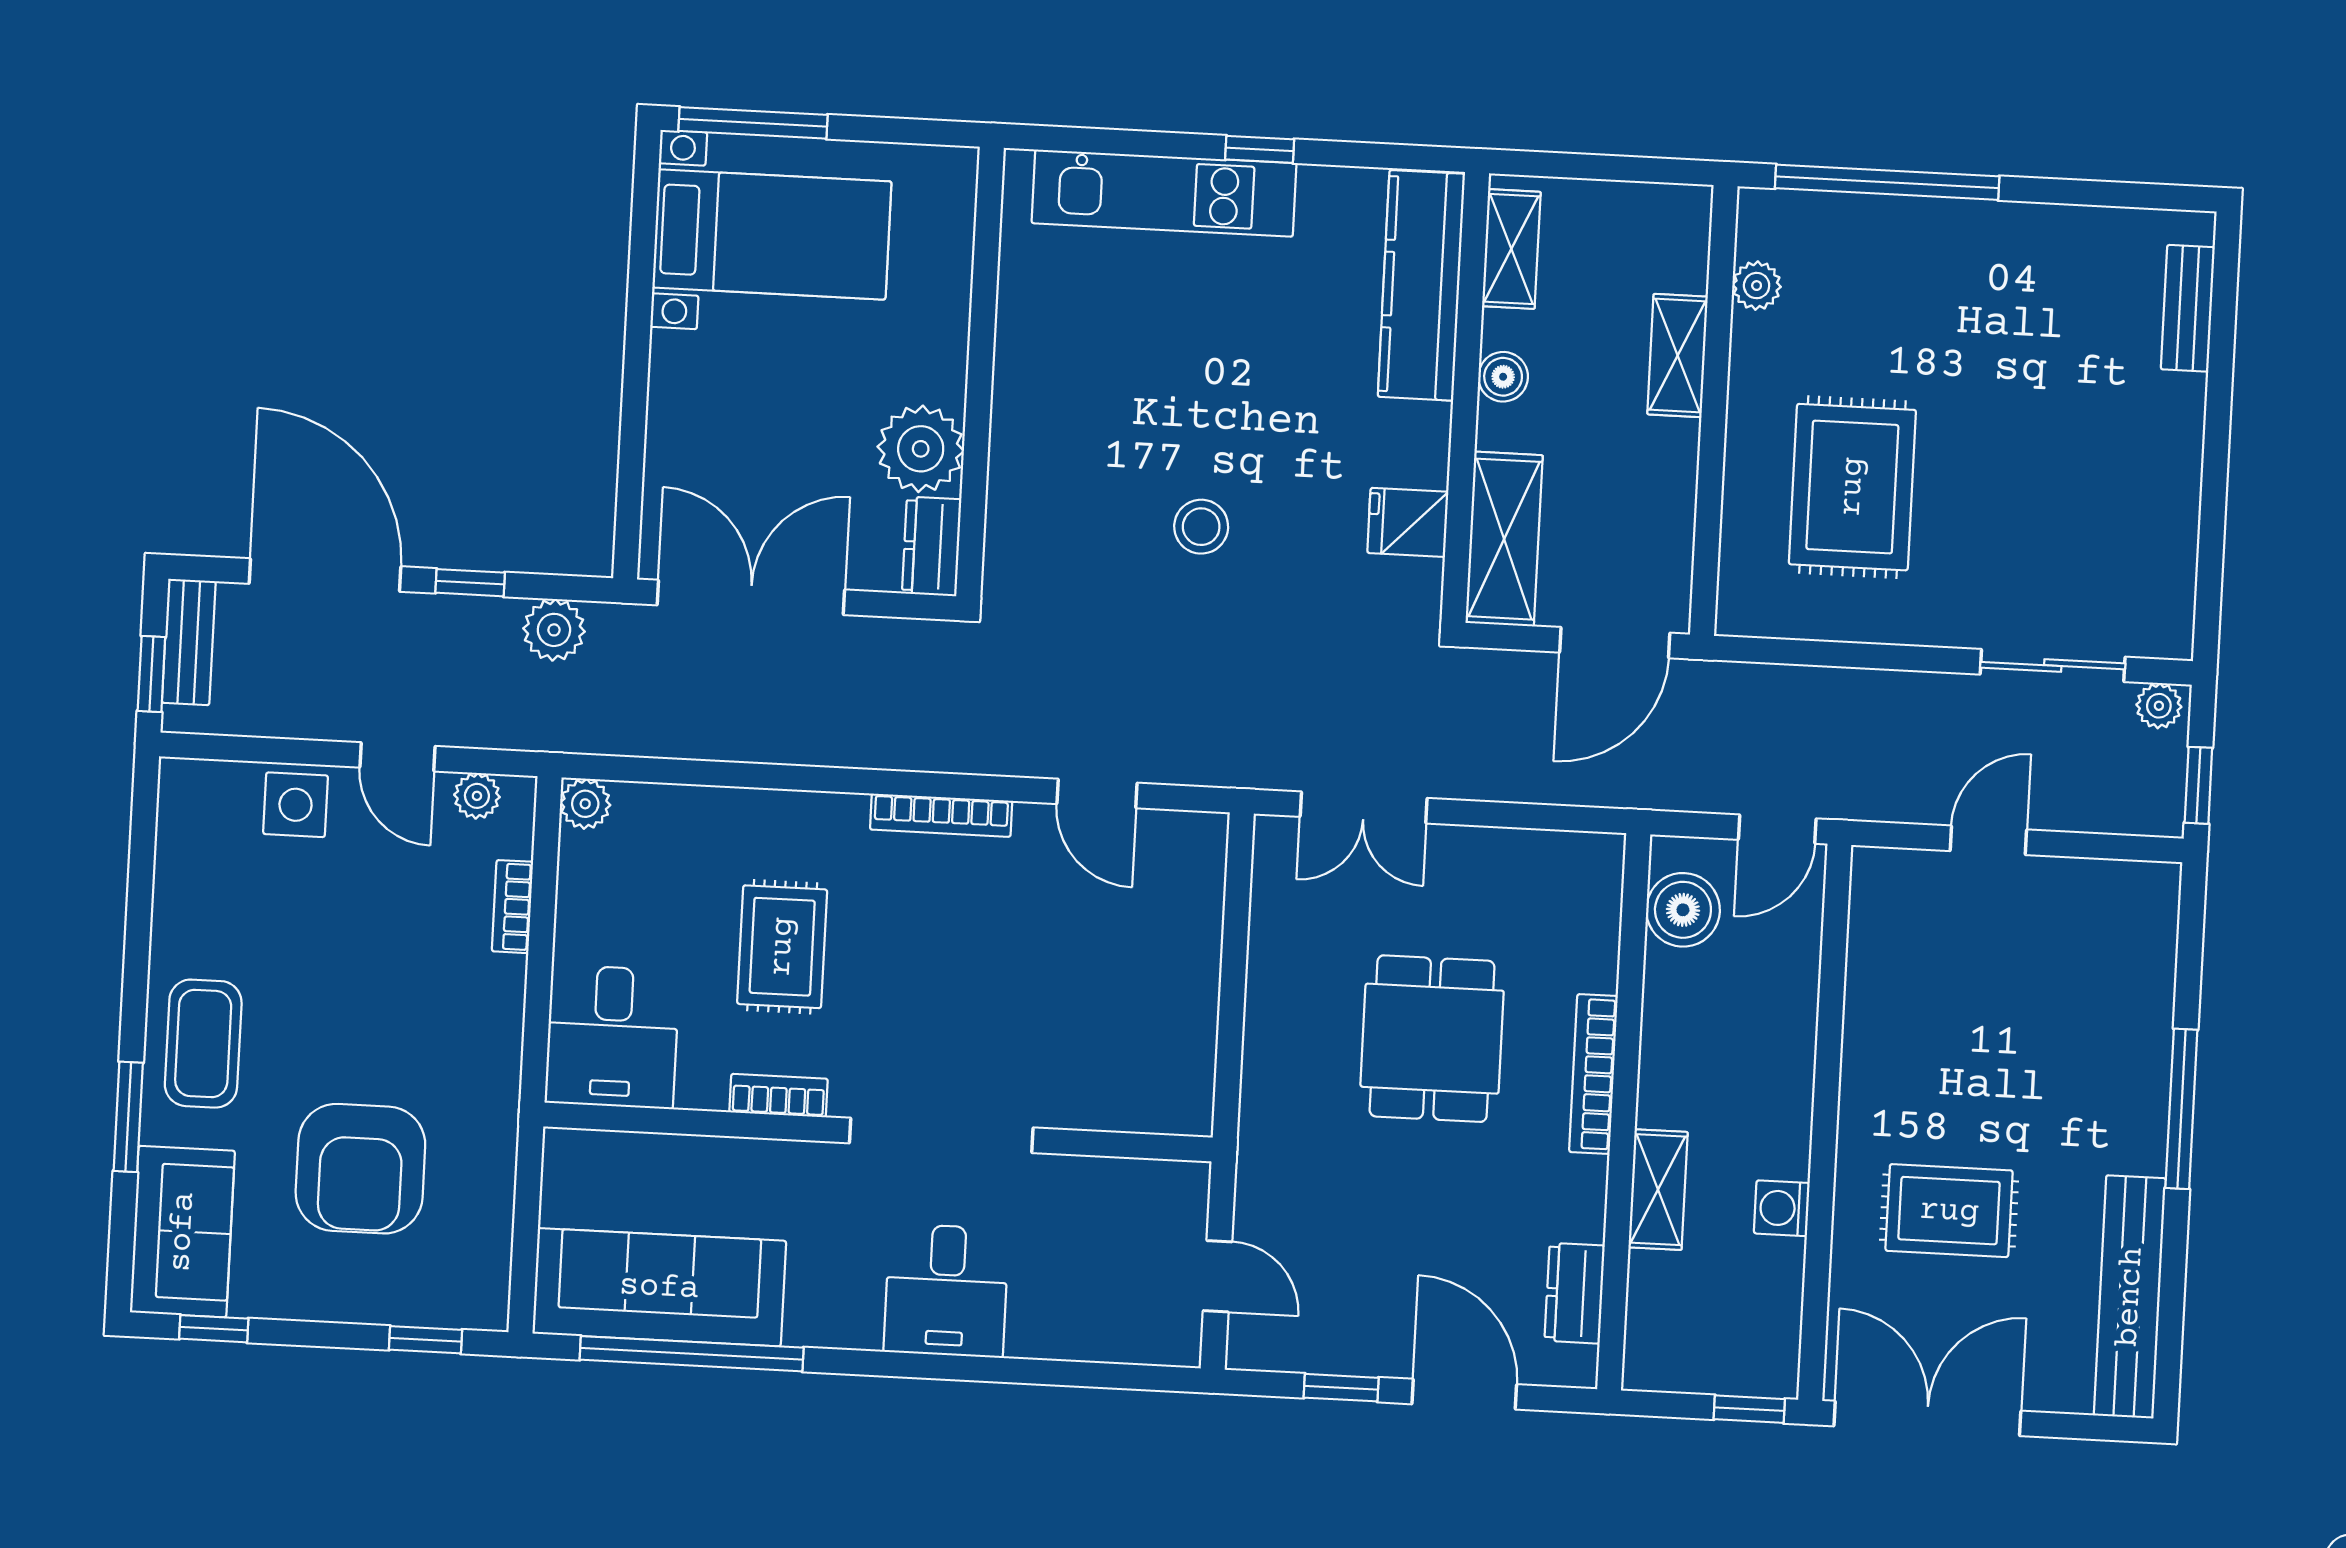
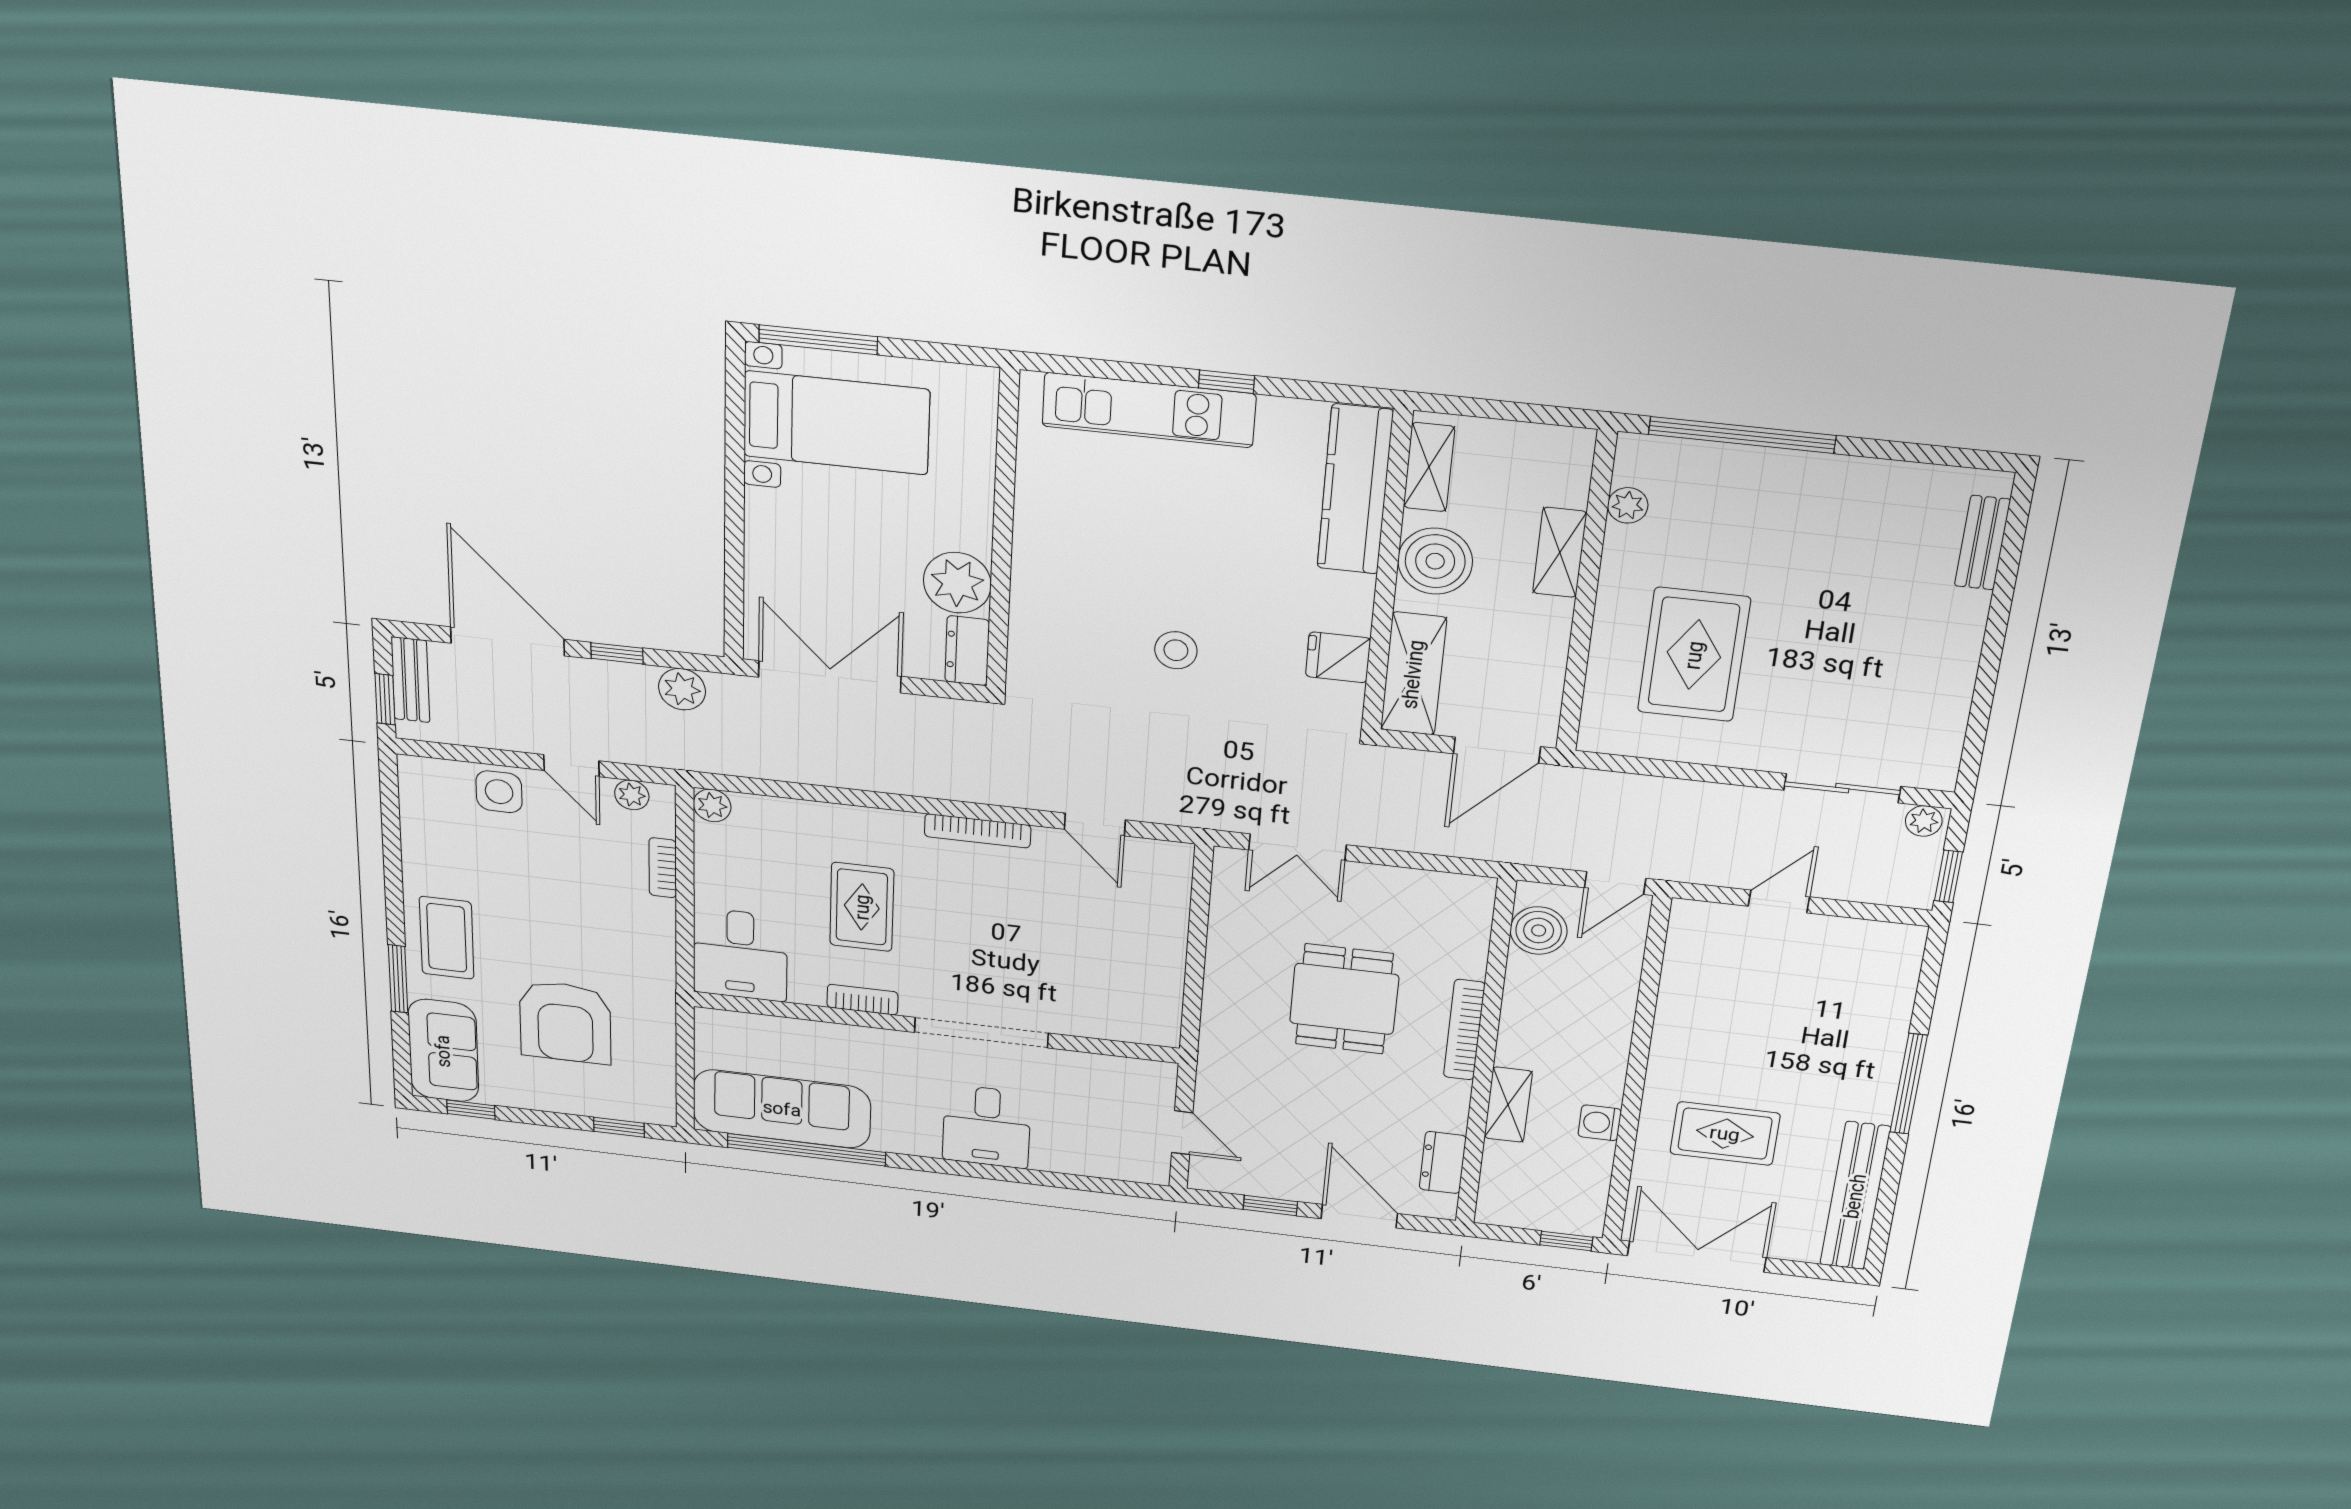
boiler: (1503, 377) -> (1435, 561), width x1.86, depth x1.86

